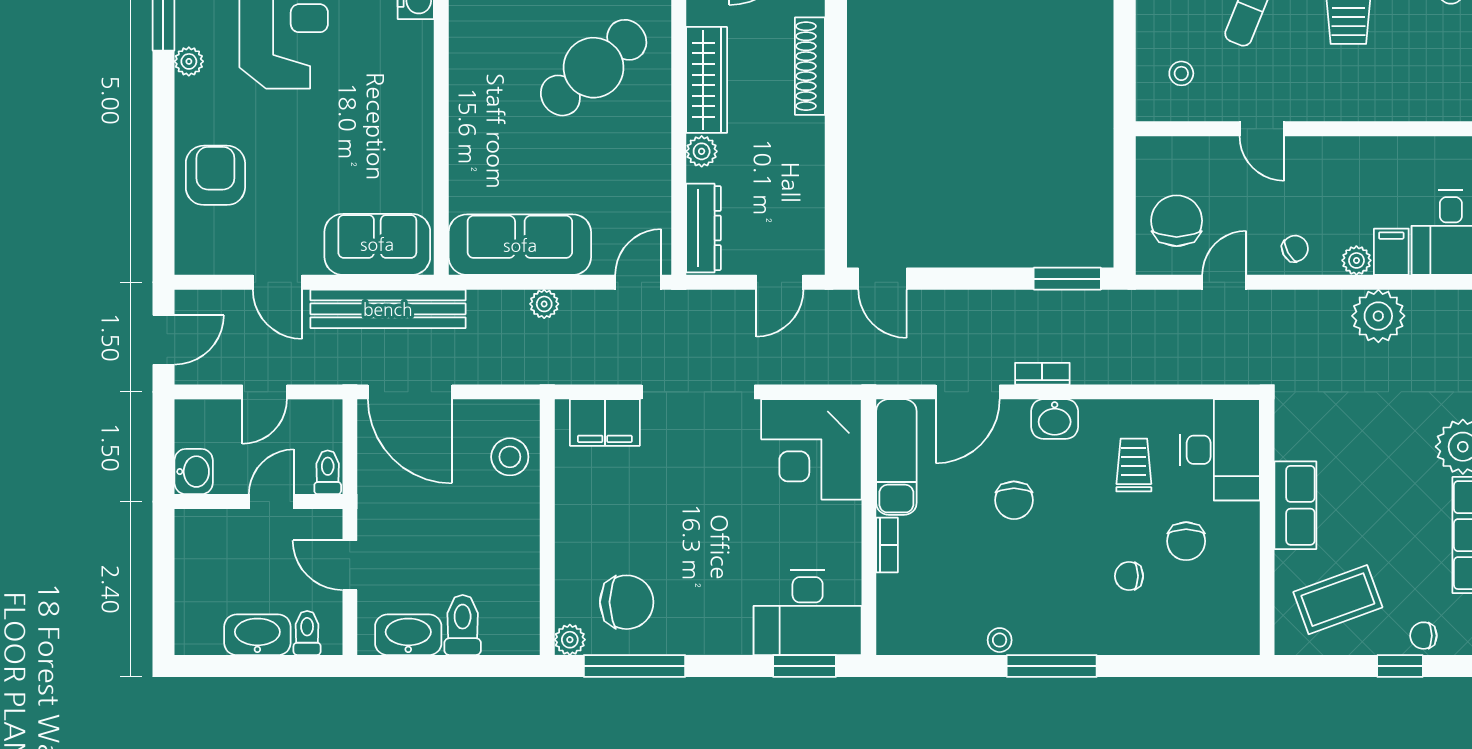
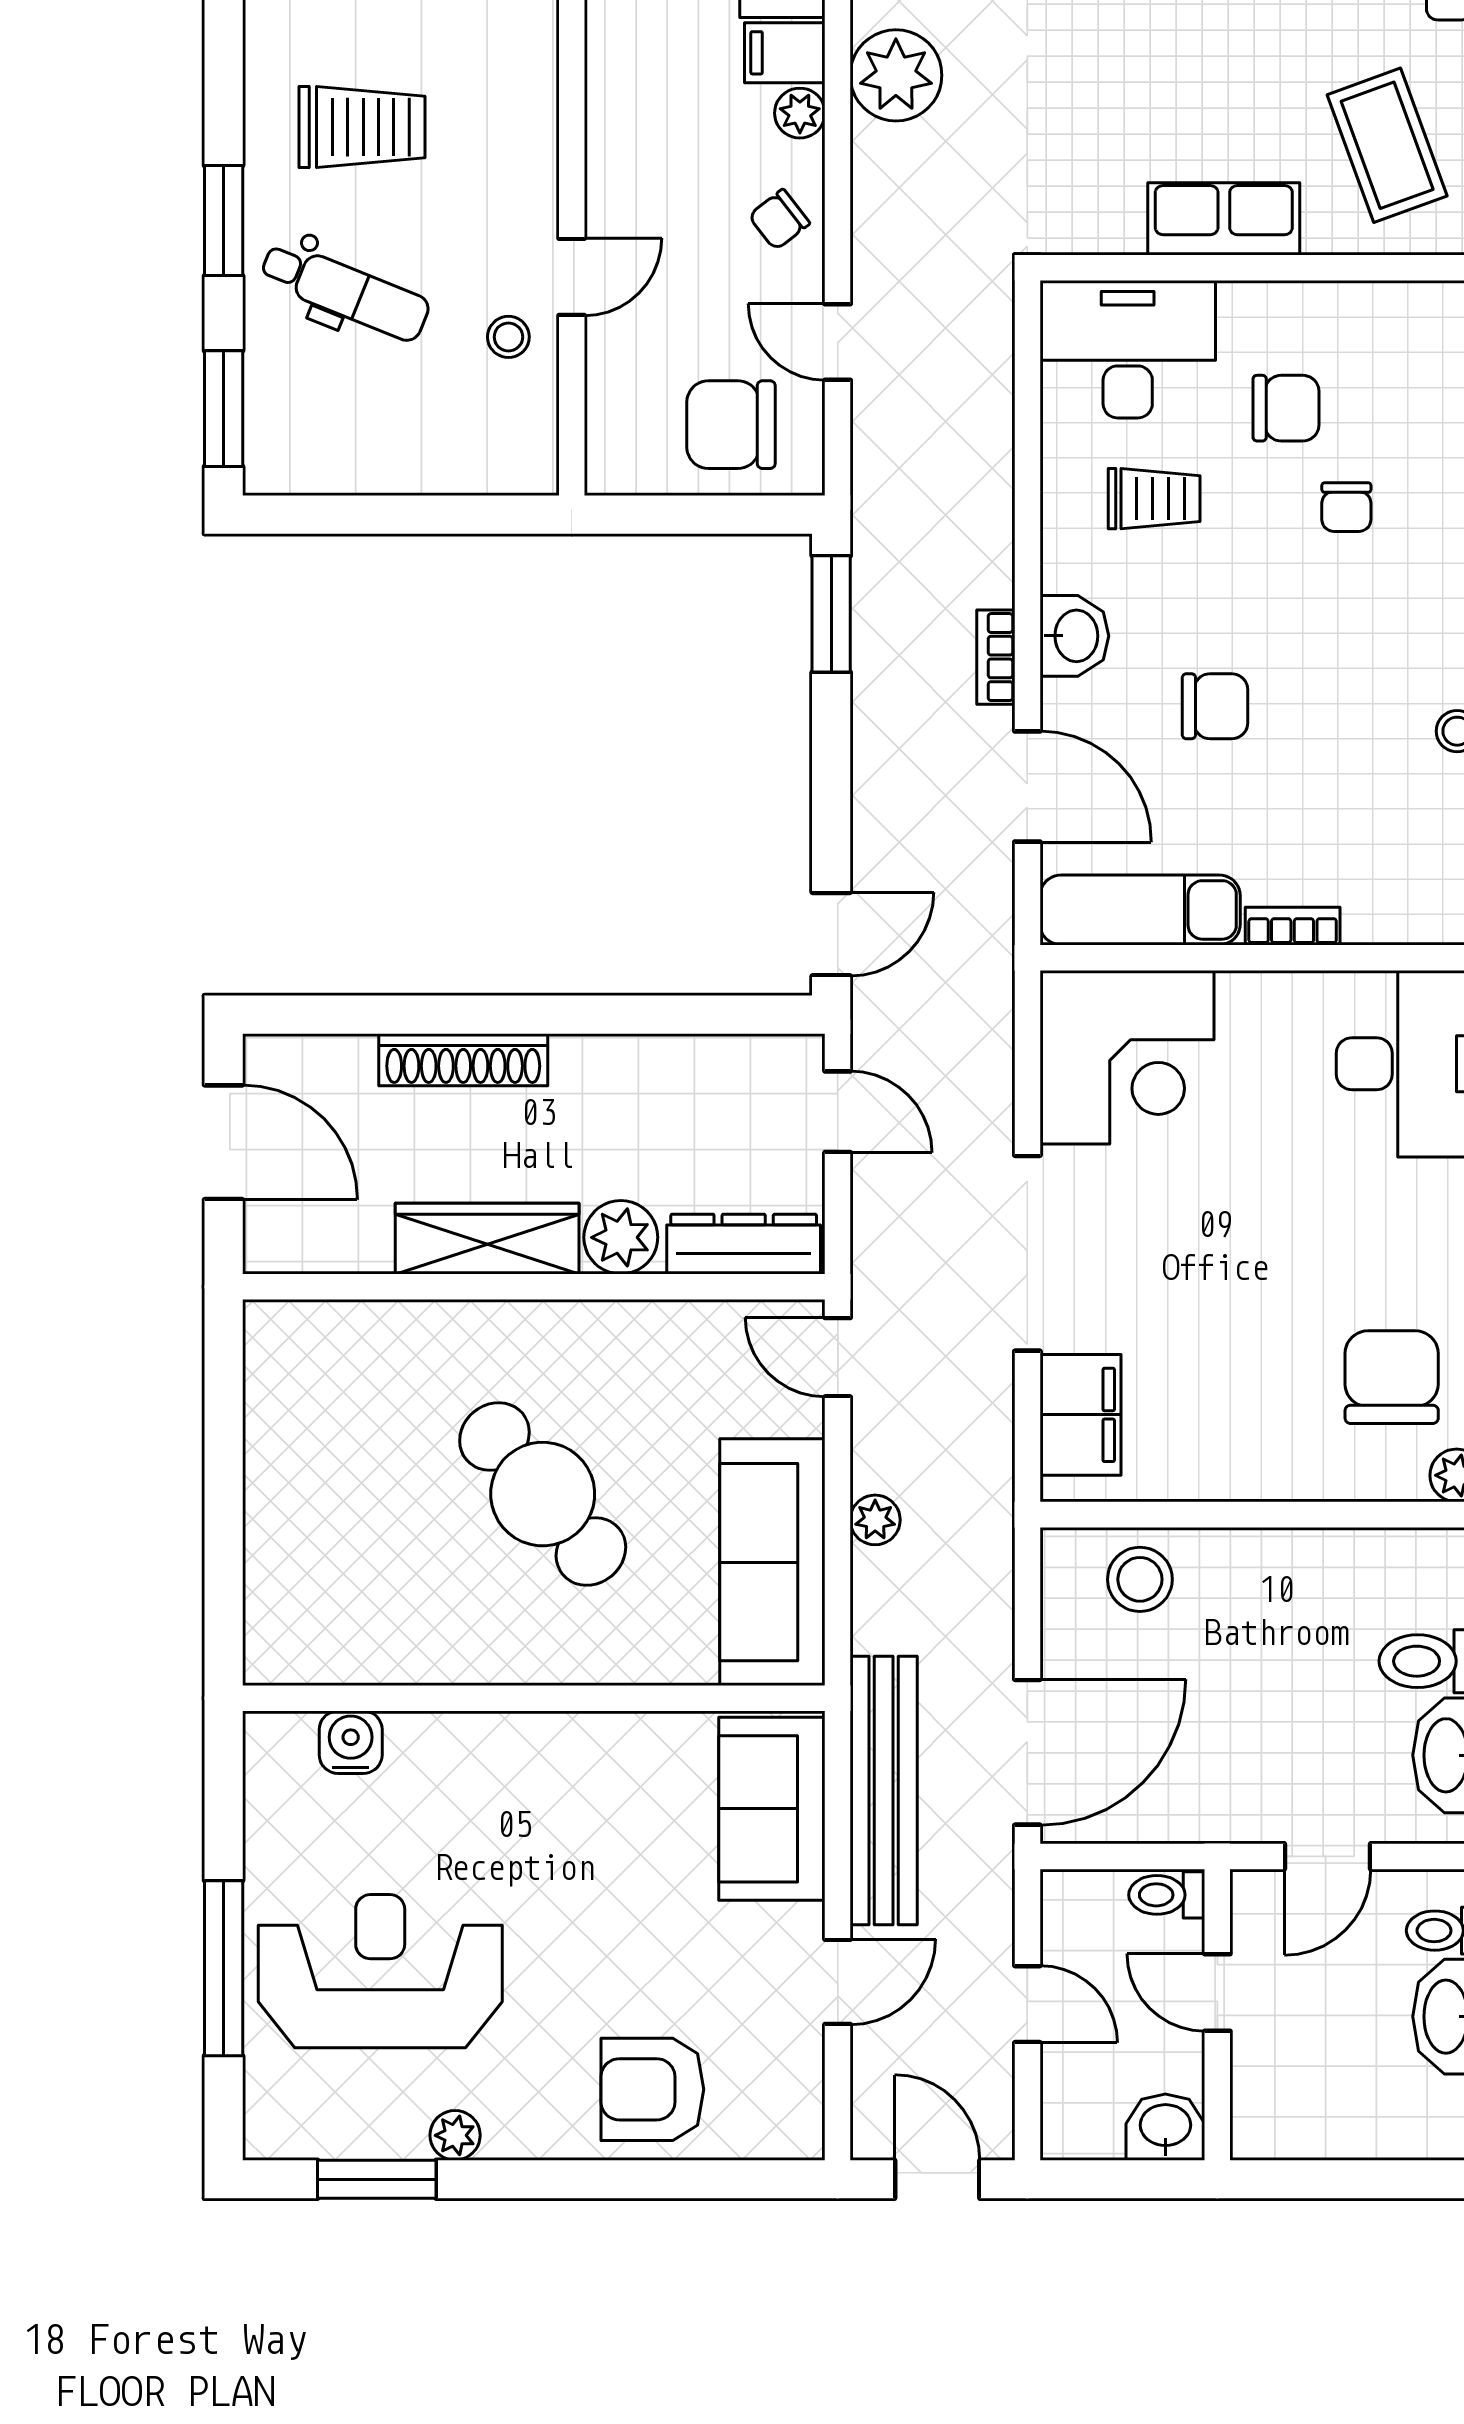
cafe table: (594, 68) -> (543, 1494), moved
stool: (1181, 73) -> (508, 337), moved
plant: (702, 151) -> (621, 1237), width x1.38, depth x1.38
chair: (1295, 249) -> (779, 220), turned -99
trolley: (1134, 465) -> (1154, 499), turned 180

